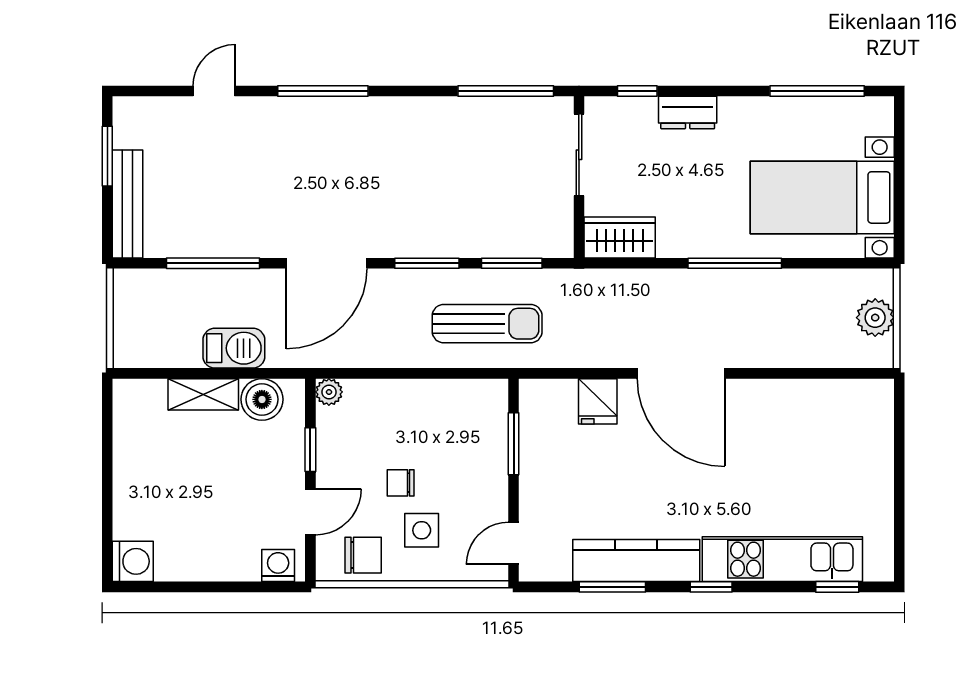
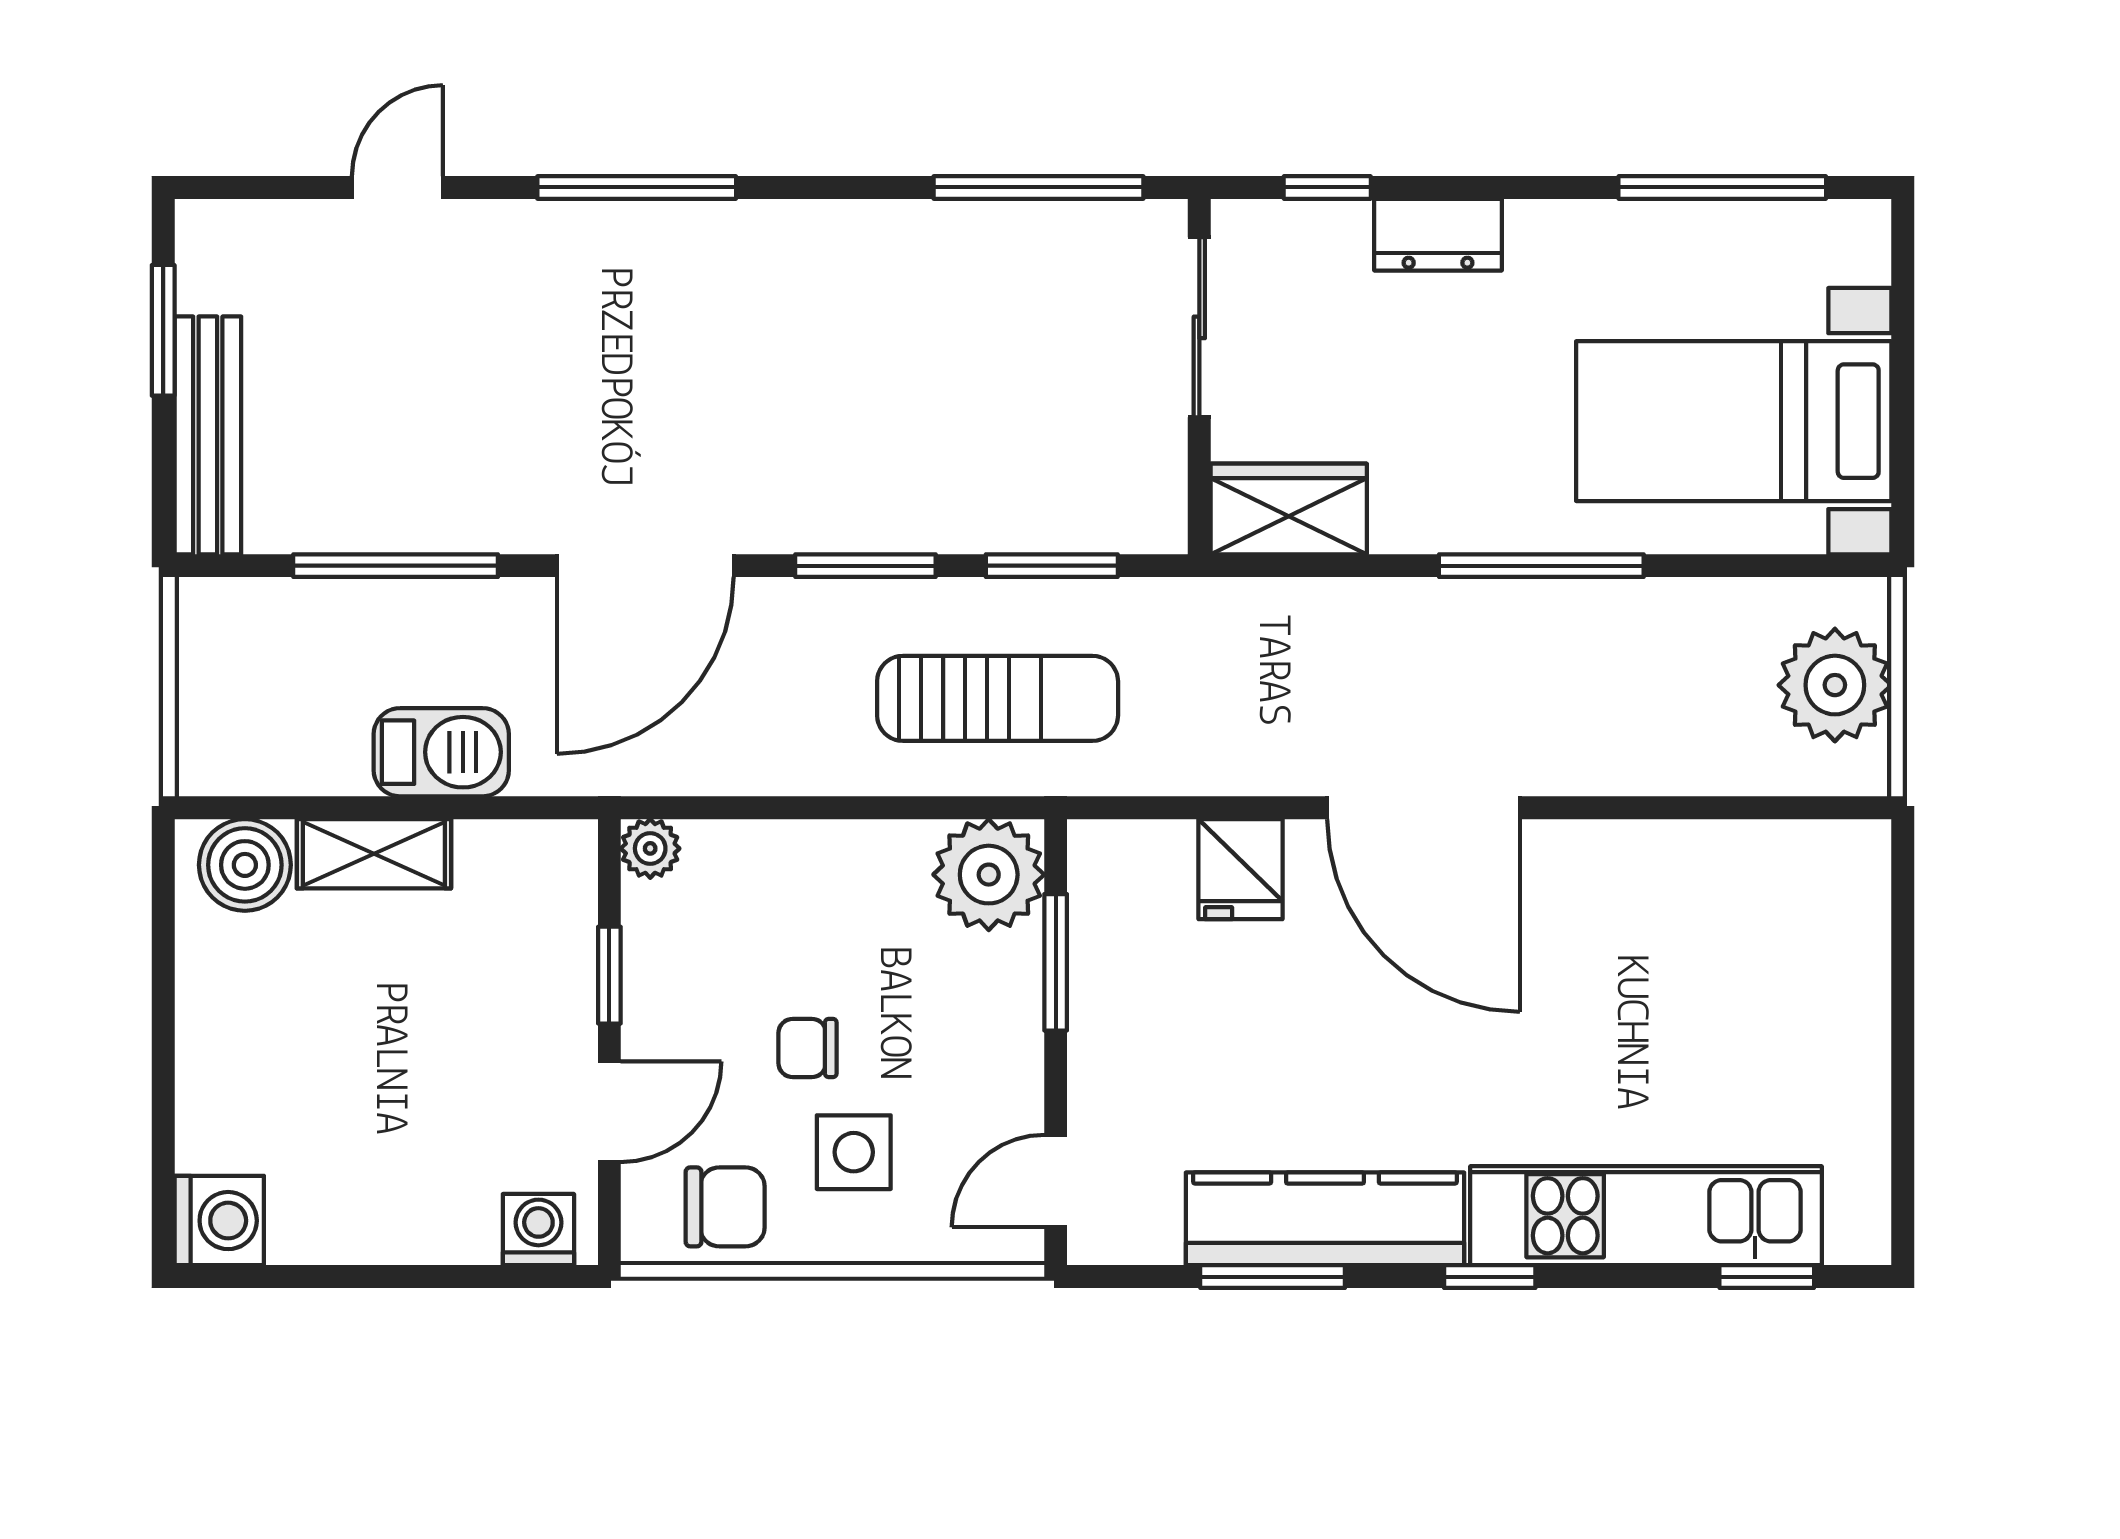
plant: (875, 318) -> (1835, 685), width x1.36, depth x1.36
boiler: (262, 399) -> (245, 865), moved
plant: (483, 404) -> (989, 875), added

